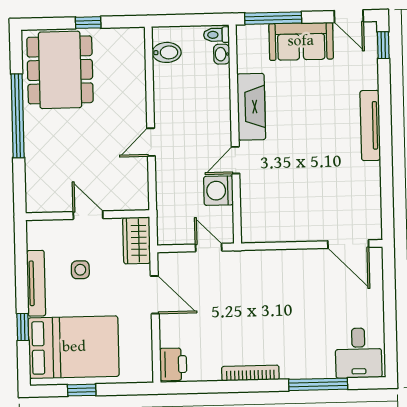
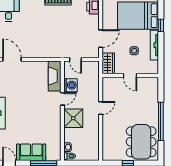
bidet: (167, 52) -> (92, 149), removed
fireplace: (251, 107) -> (55, 76), moved
shower: (210, 118) -> (73, 118), added
door: (155, 295) -> (101, 39), swing flipped

